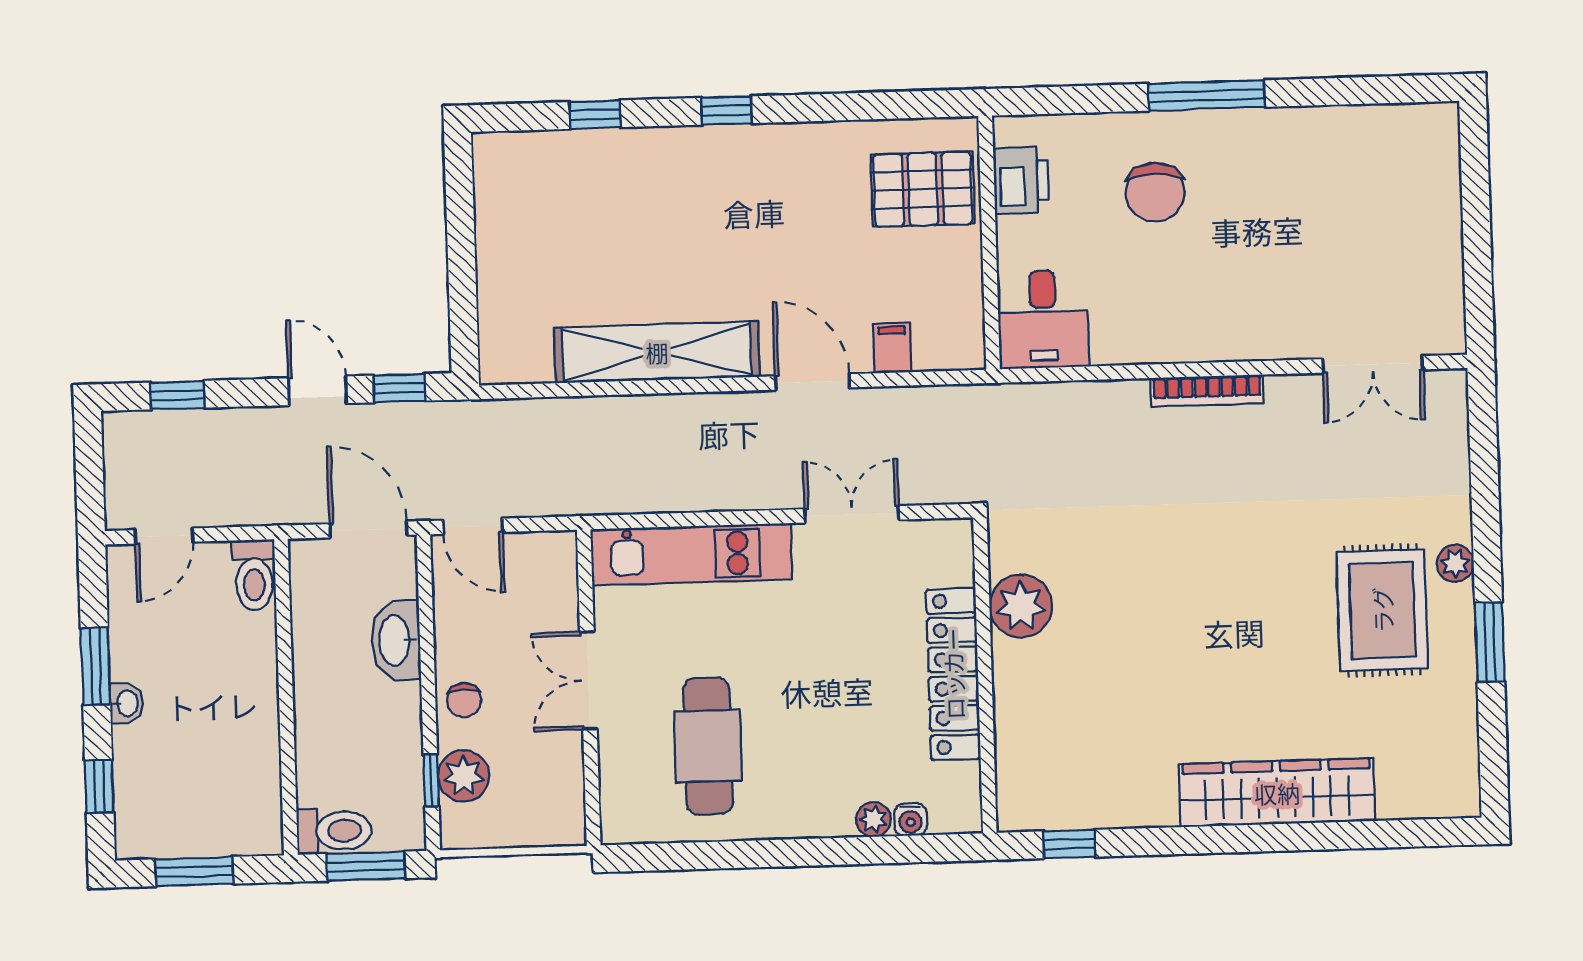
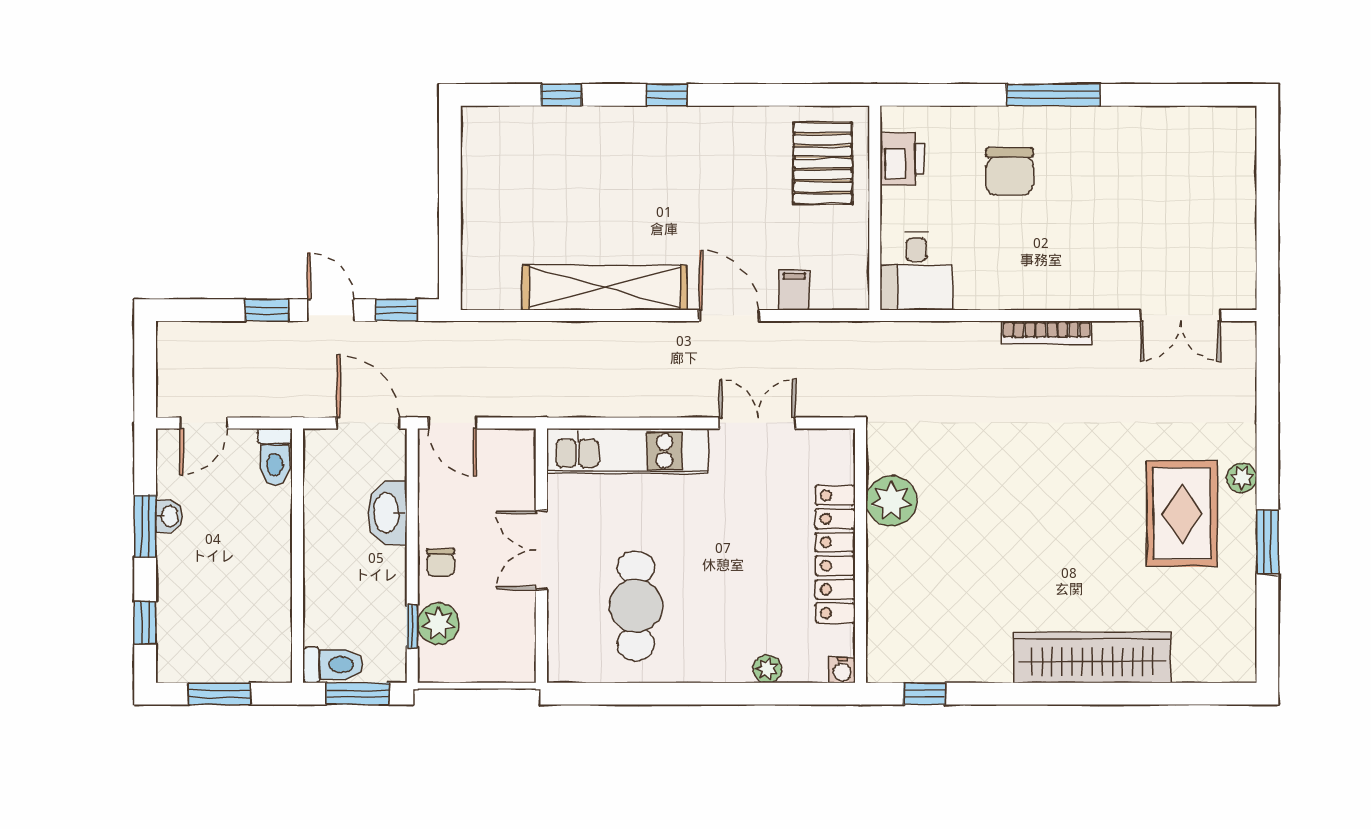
pallet: (923, 189) -> (823, 163), turned 90
window: (177, 395) -> (267, 310), moved
washbasin: (126, 703) -> (169, 516), moved
water cooler: (911, 820) -> (842, 670), moved

